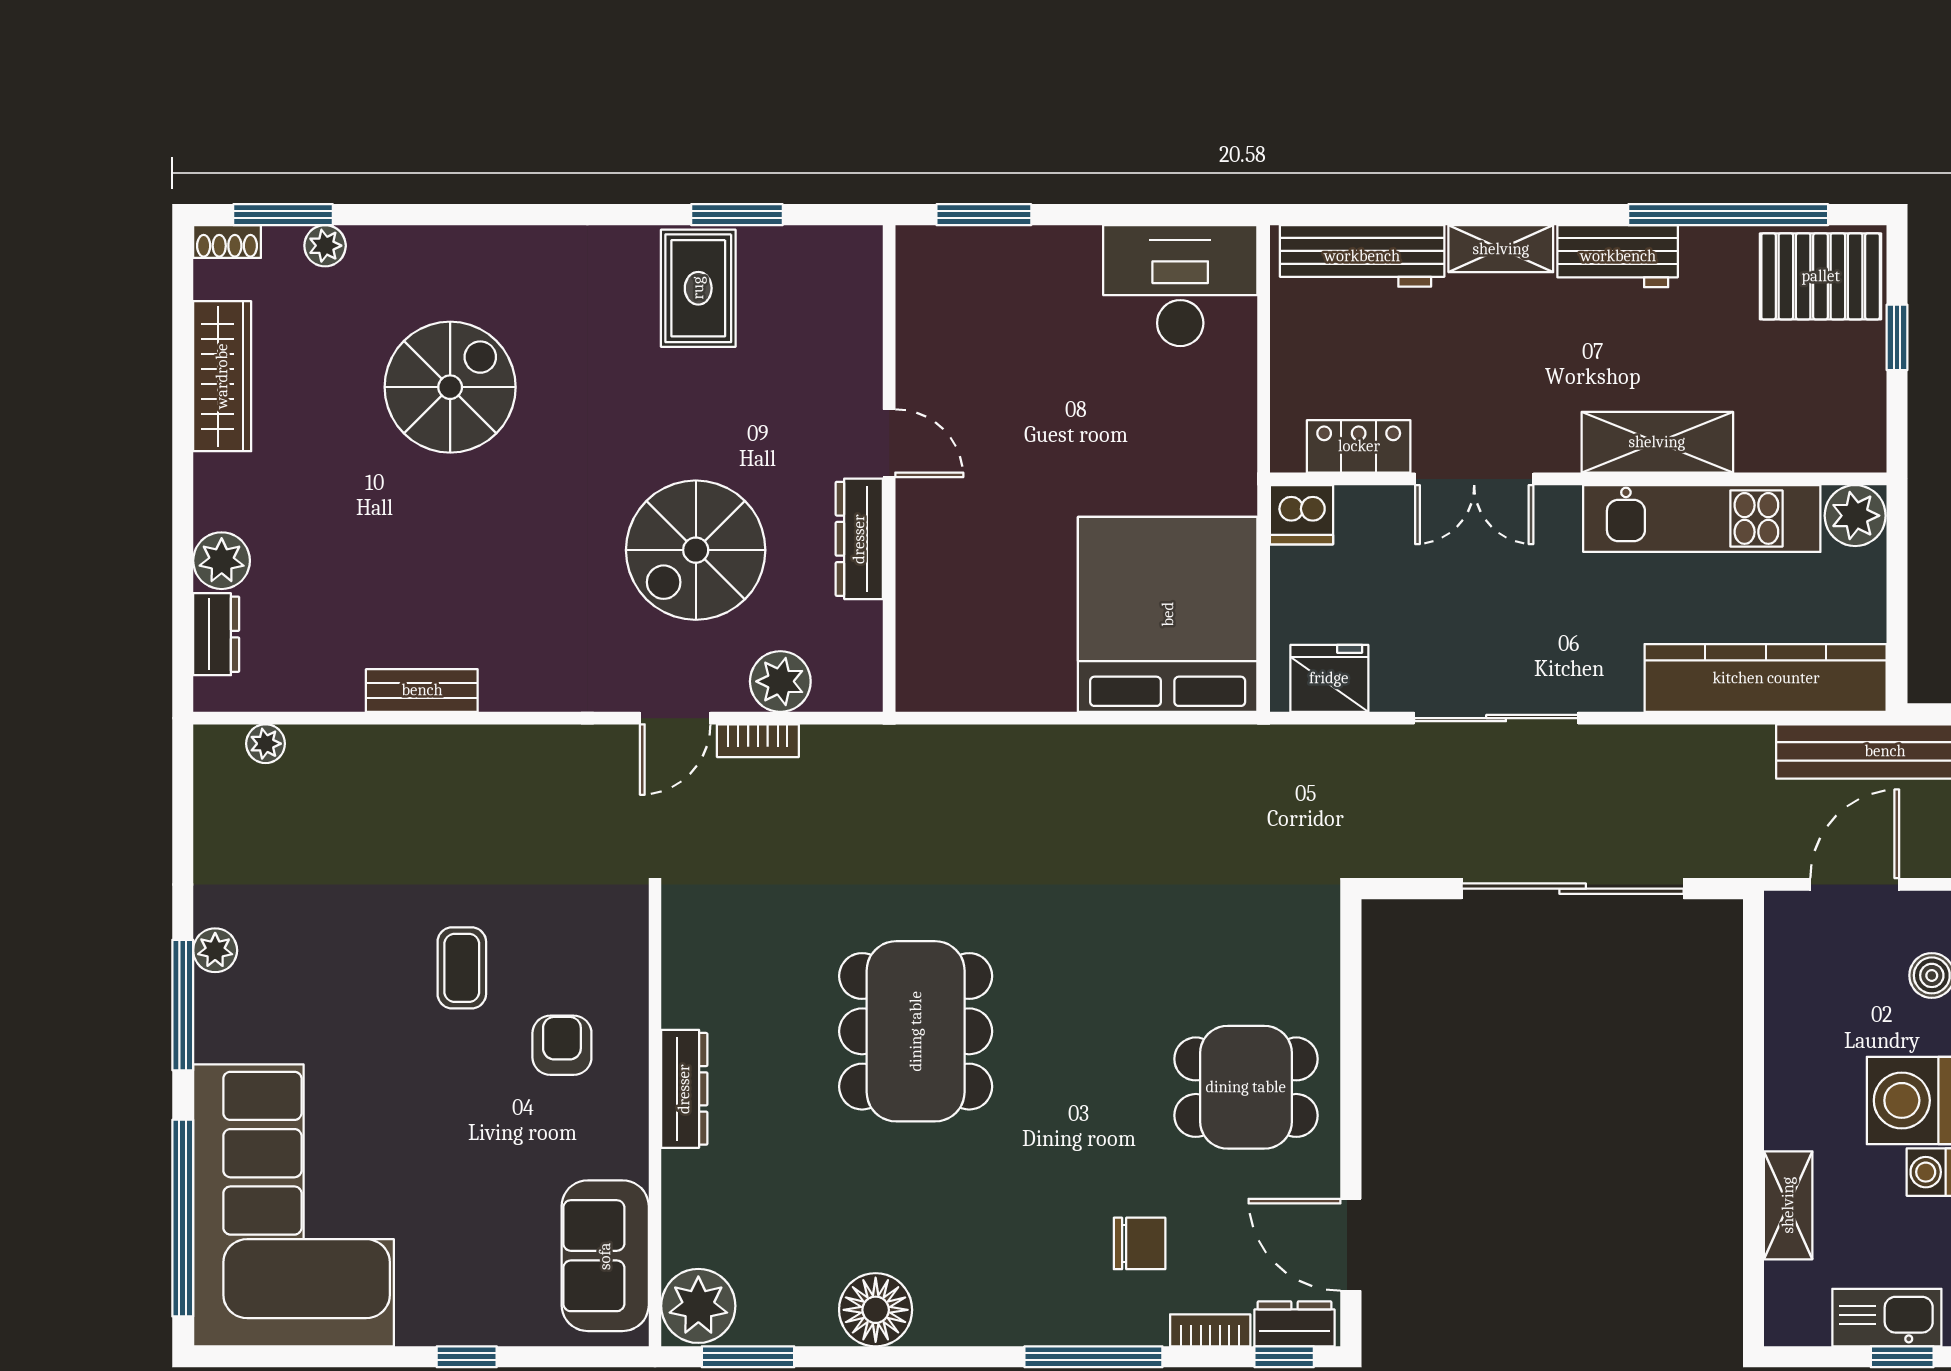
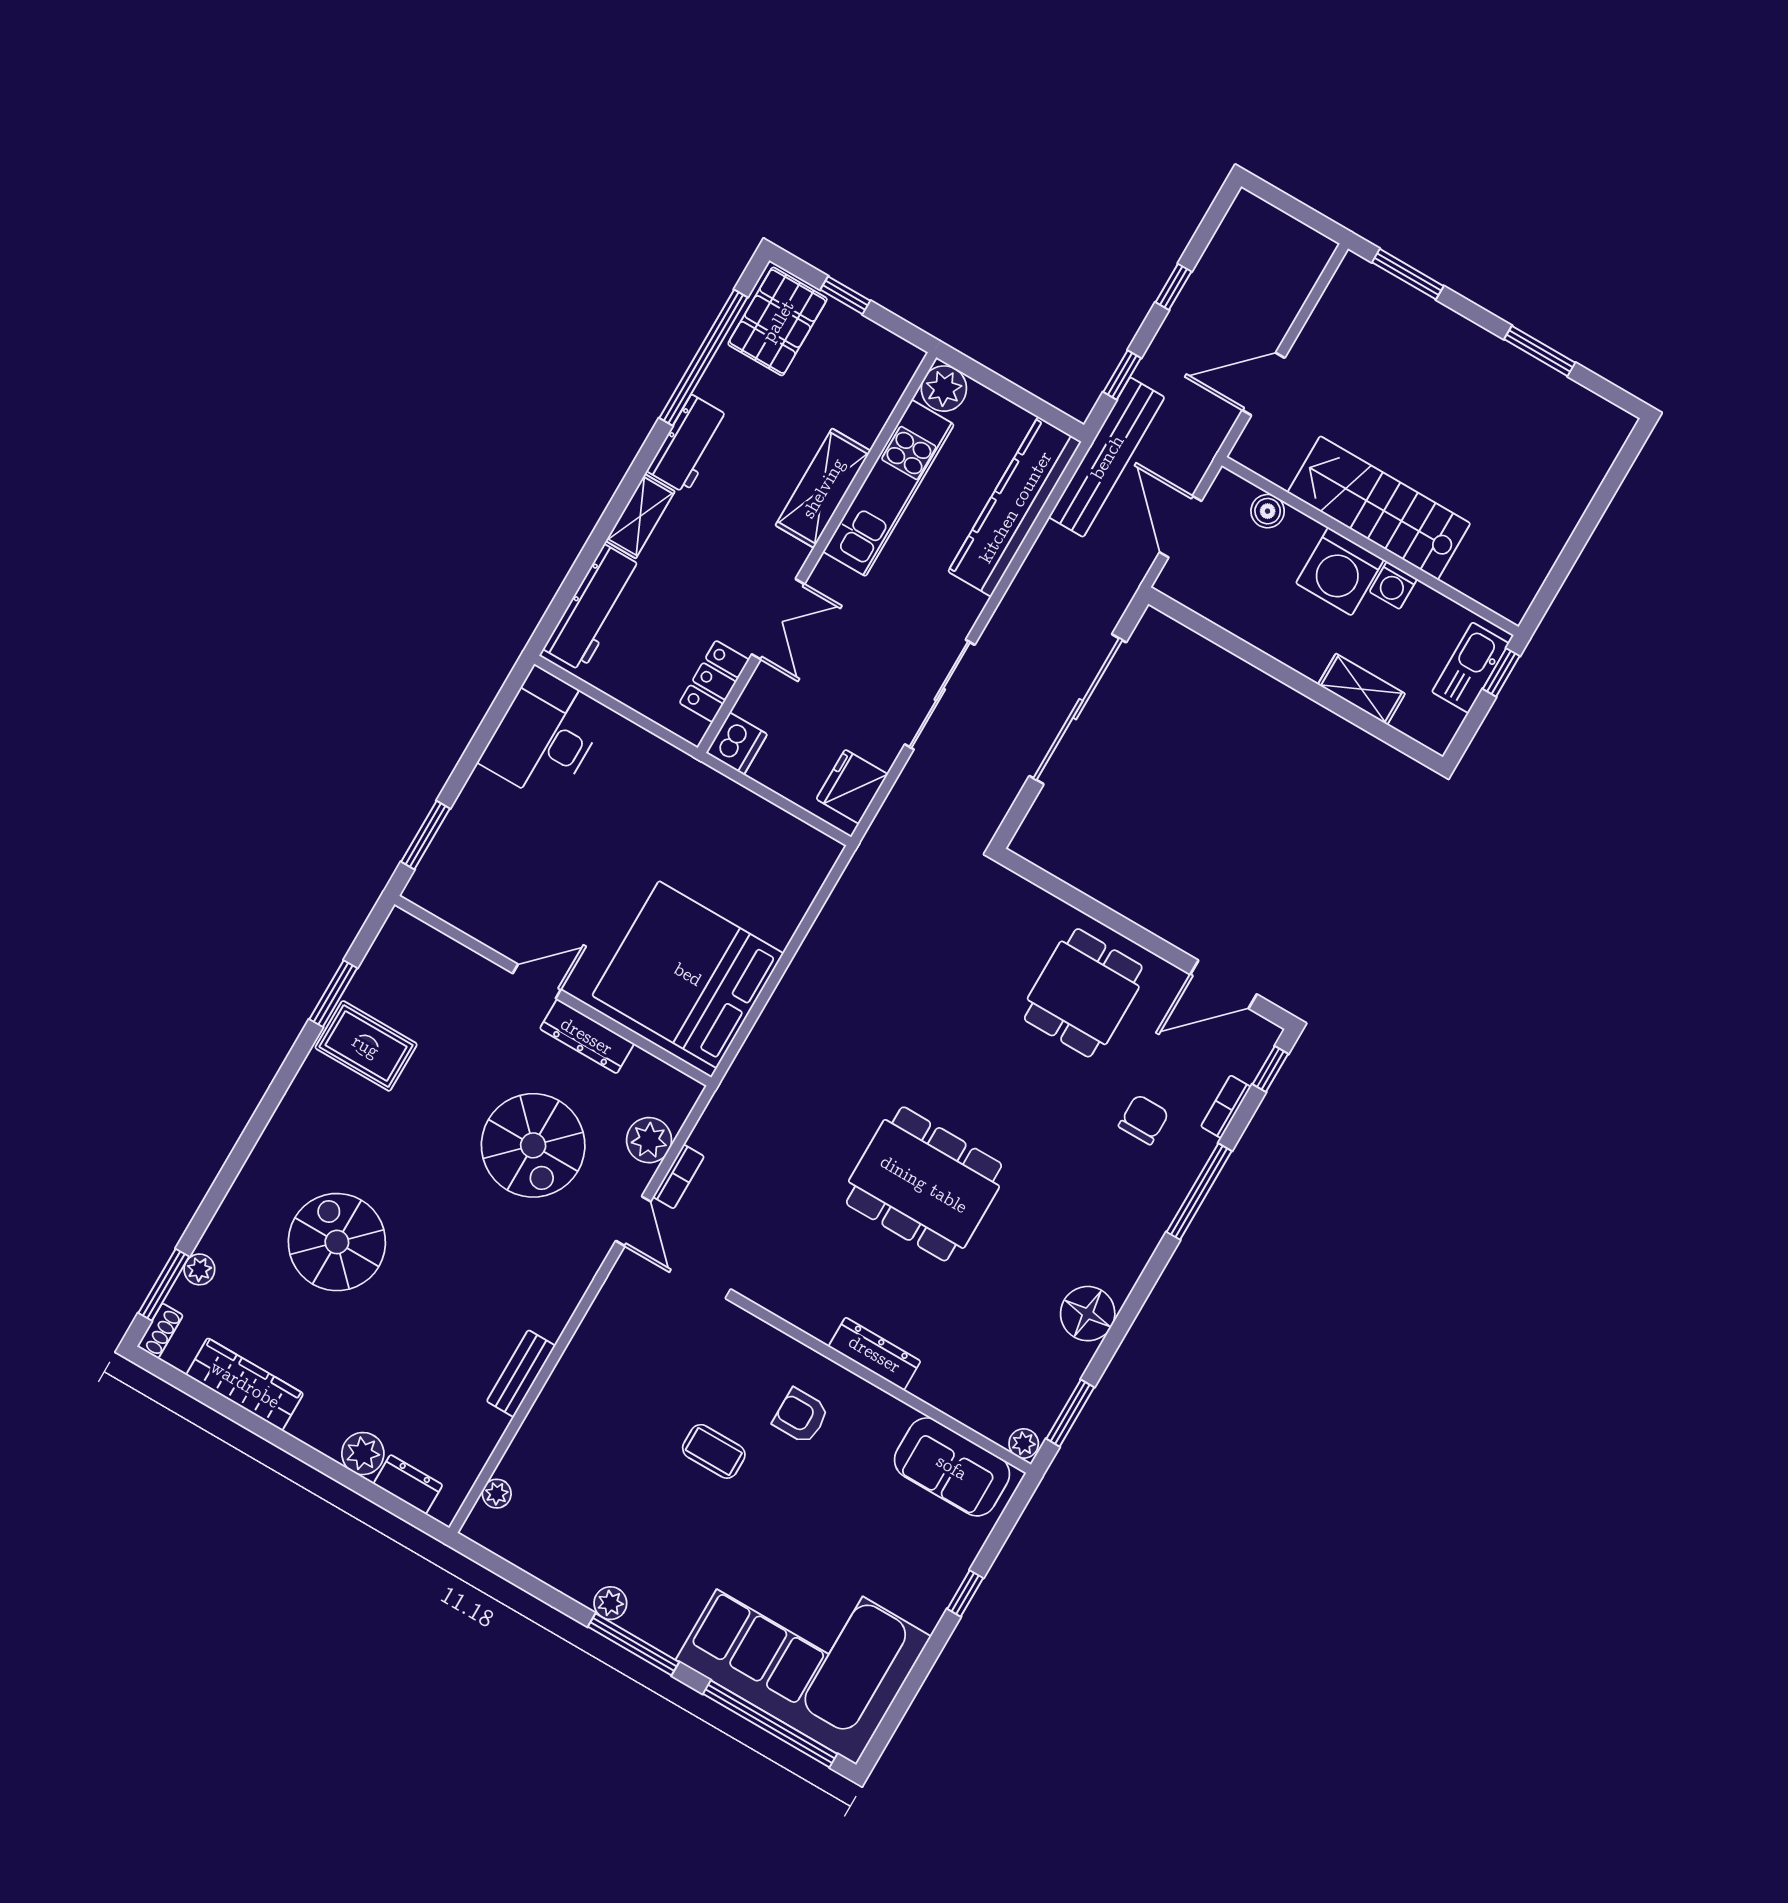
bed: (1168, 614) -> (688, 974), moved
plant: (698, 1306) -> (1024, 1443), width x0.53, depth x0.53
dresser: (1294, 1324) -> (1253, 1050), removed

